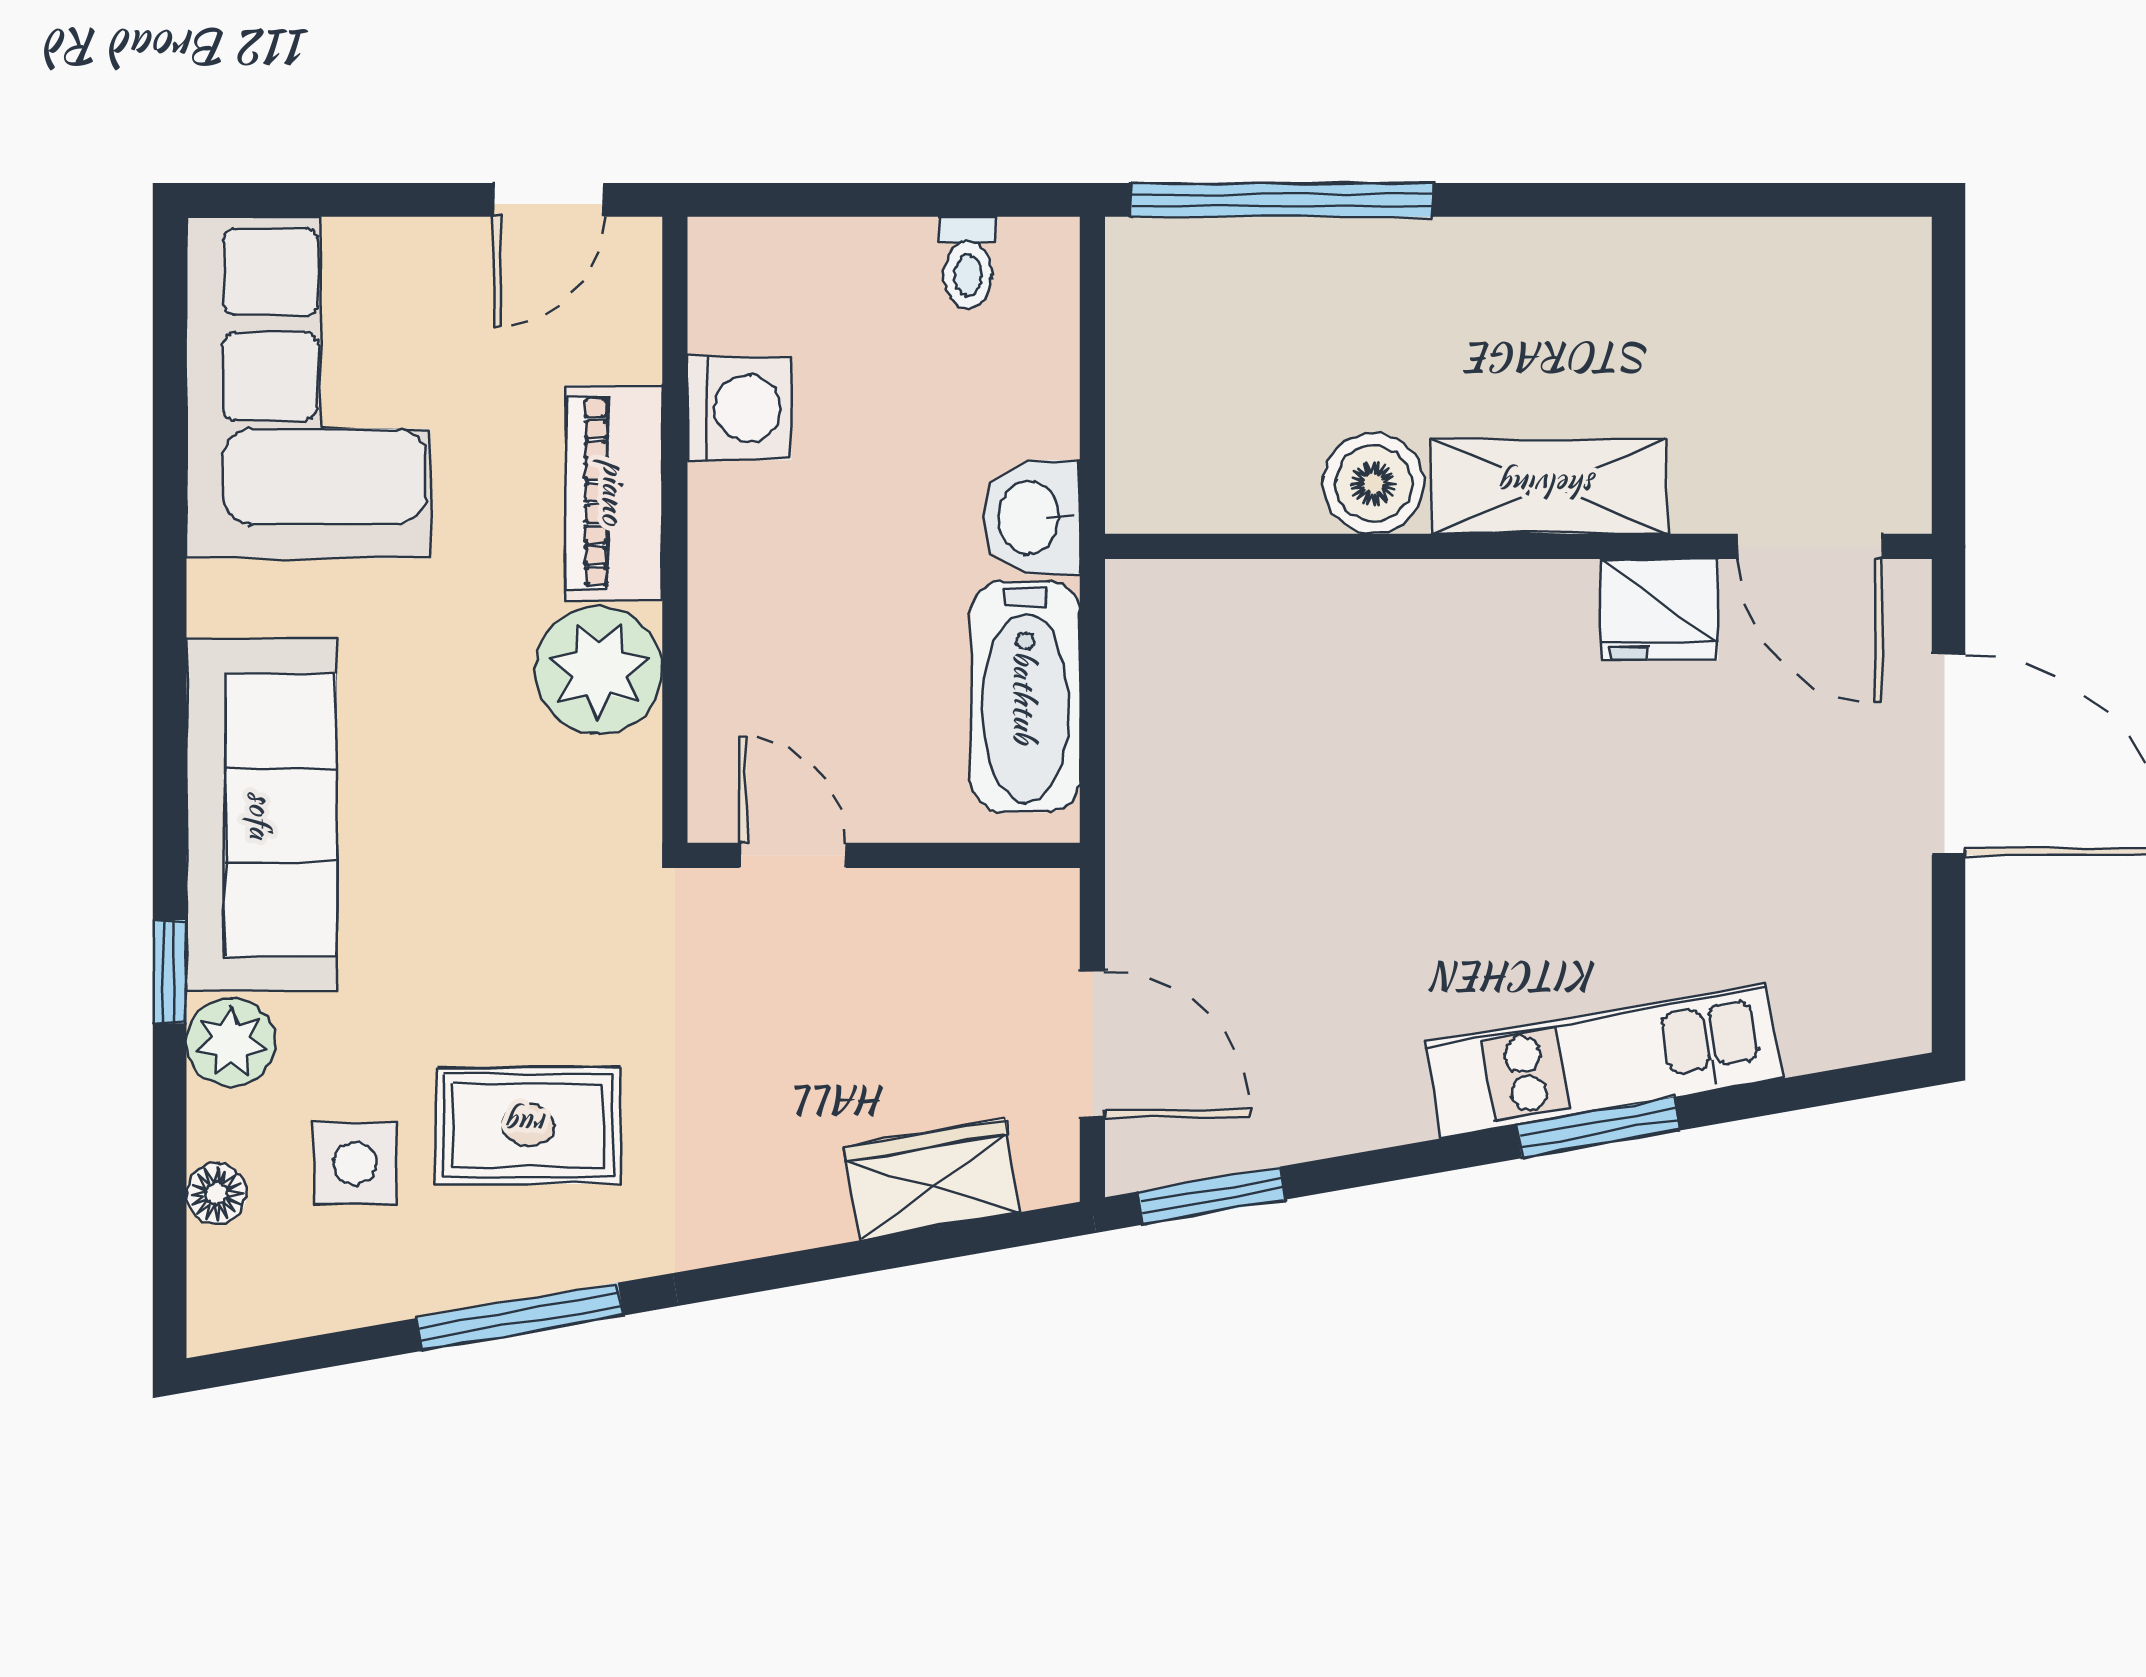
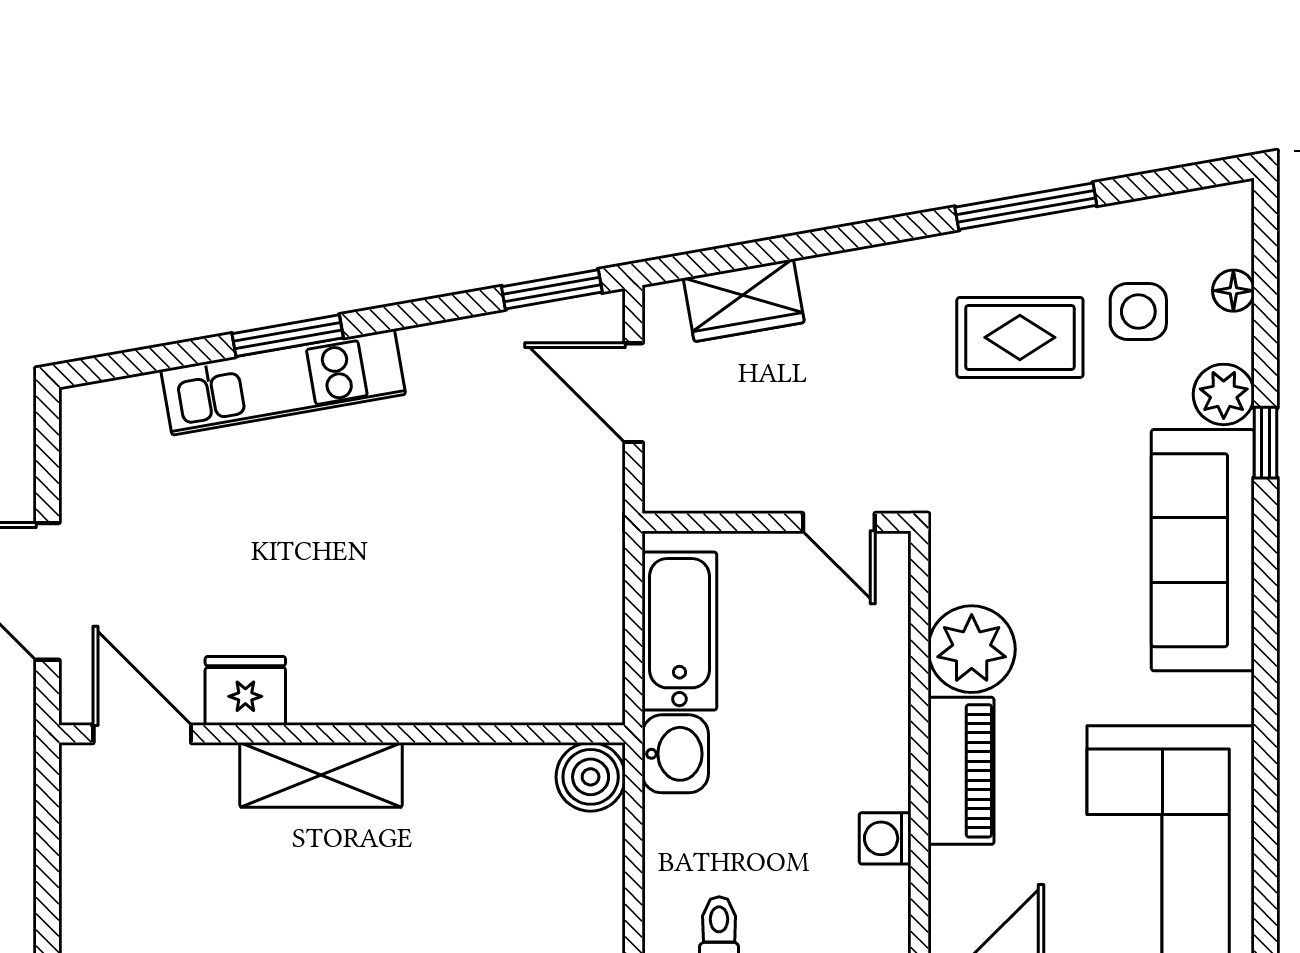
washing machine: (739, 408) -> (885, 838), width x0.73, depth x0.73
boiler: (1373, 484) -> (591, 777), moved

